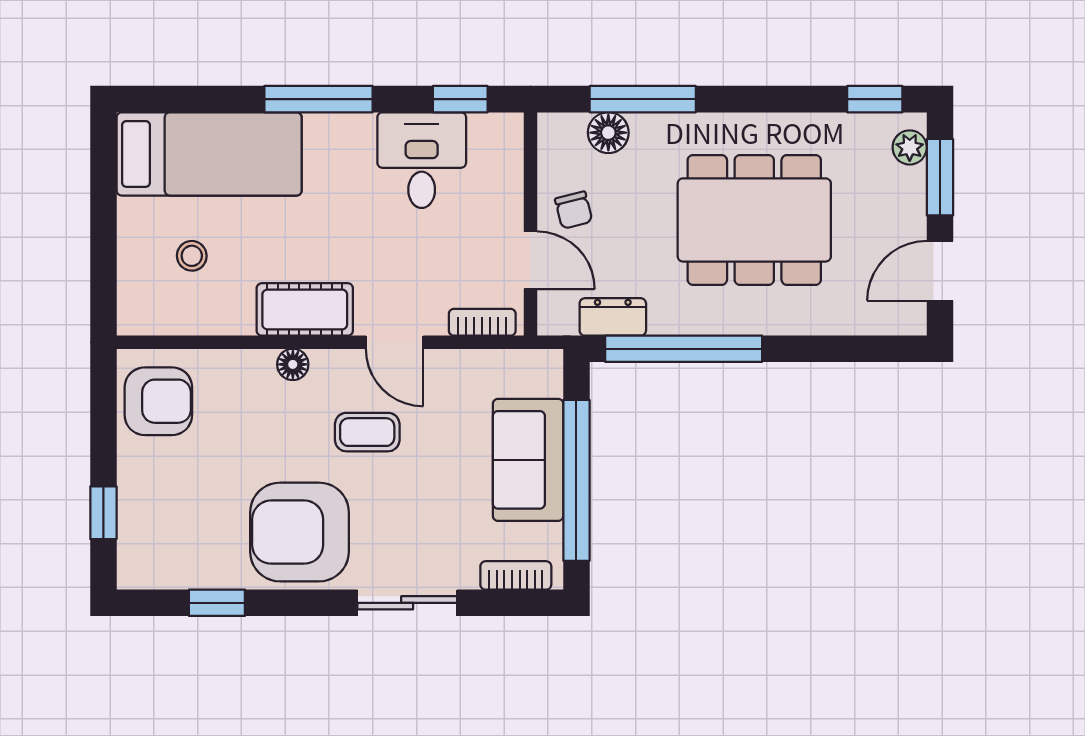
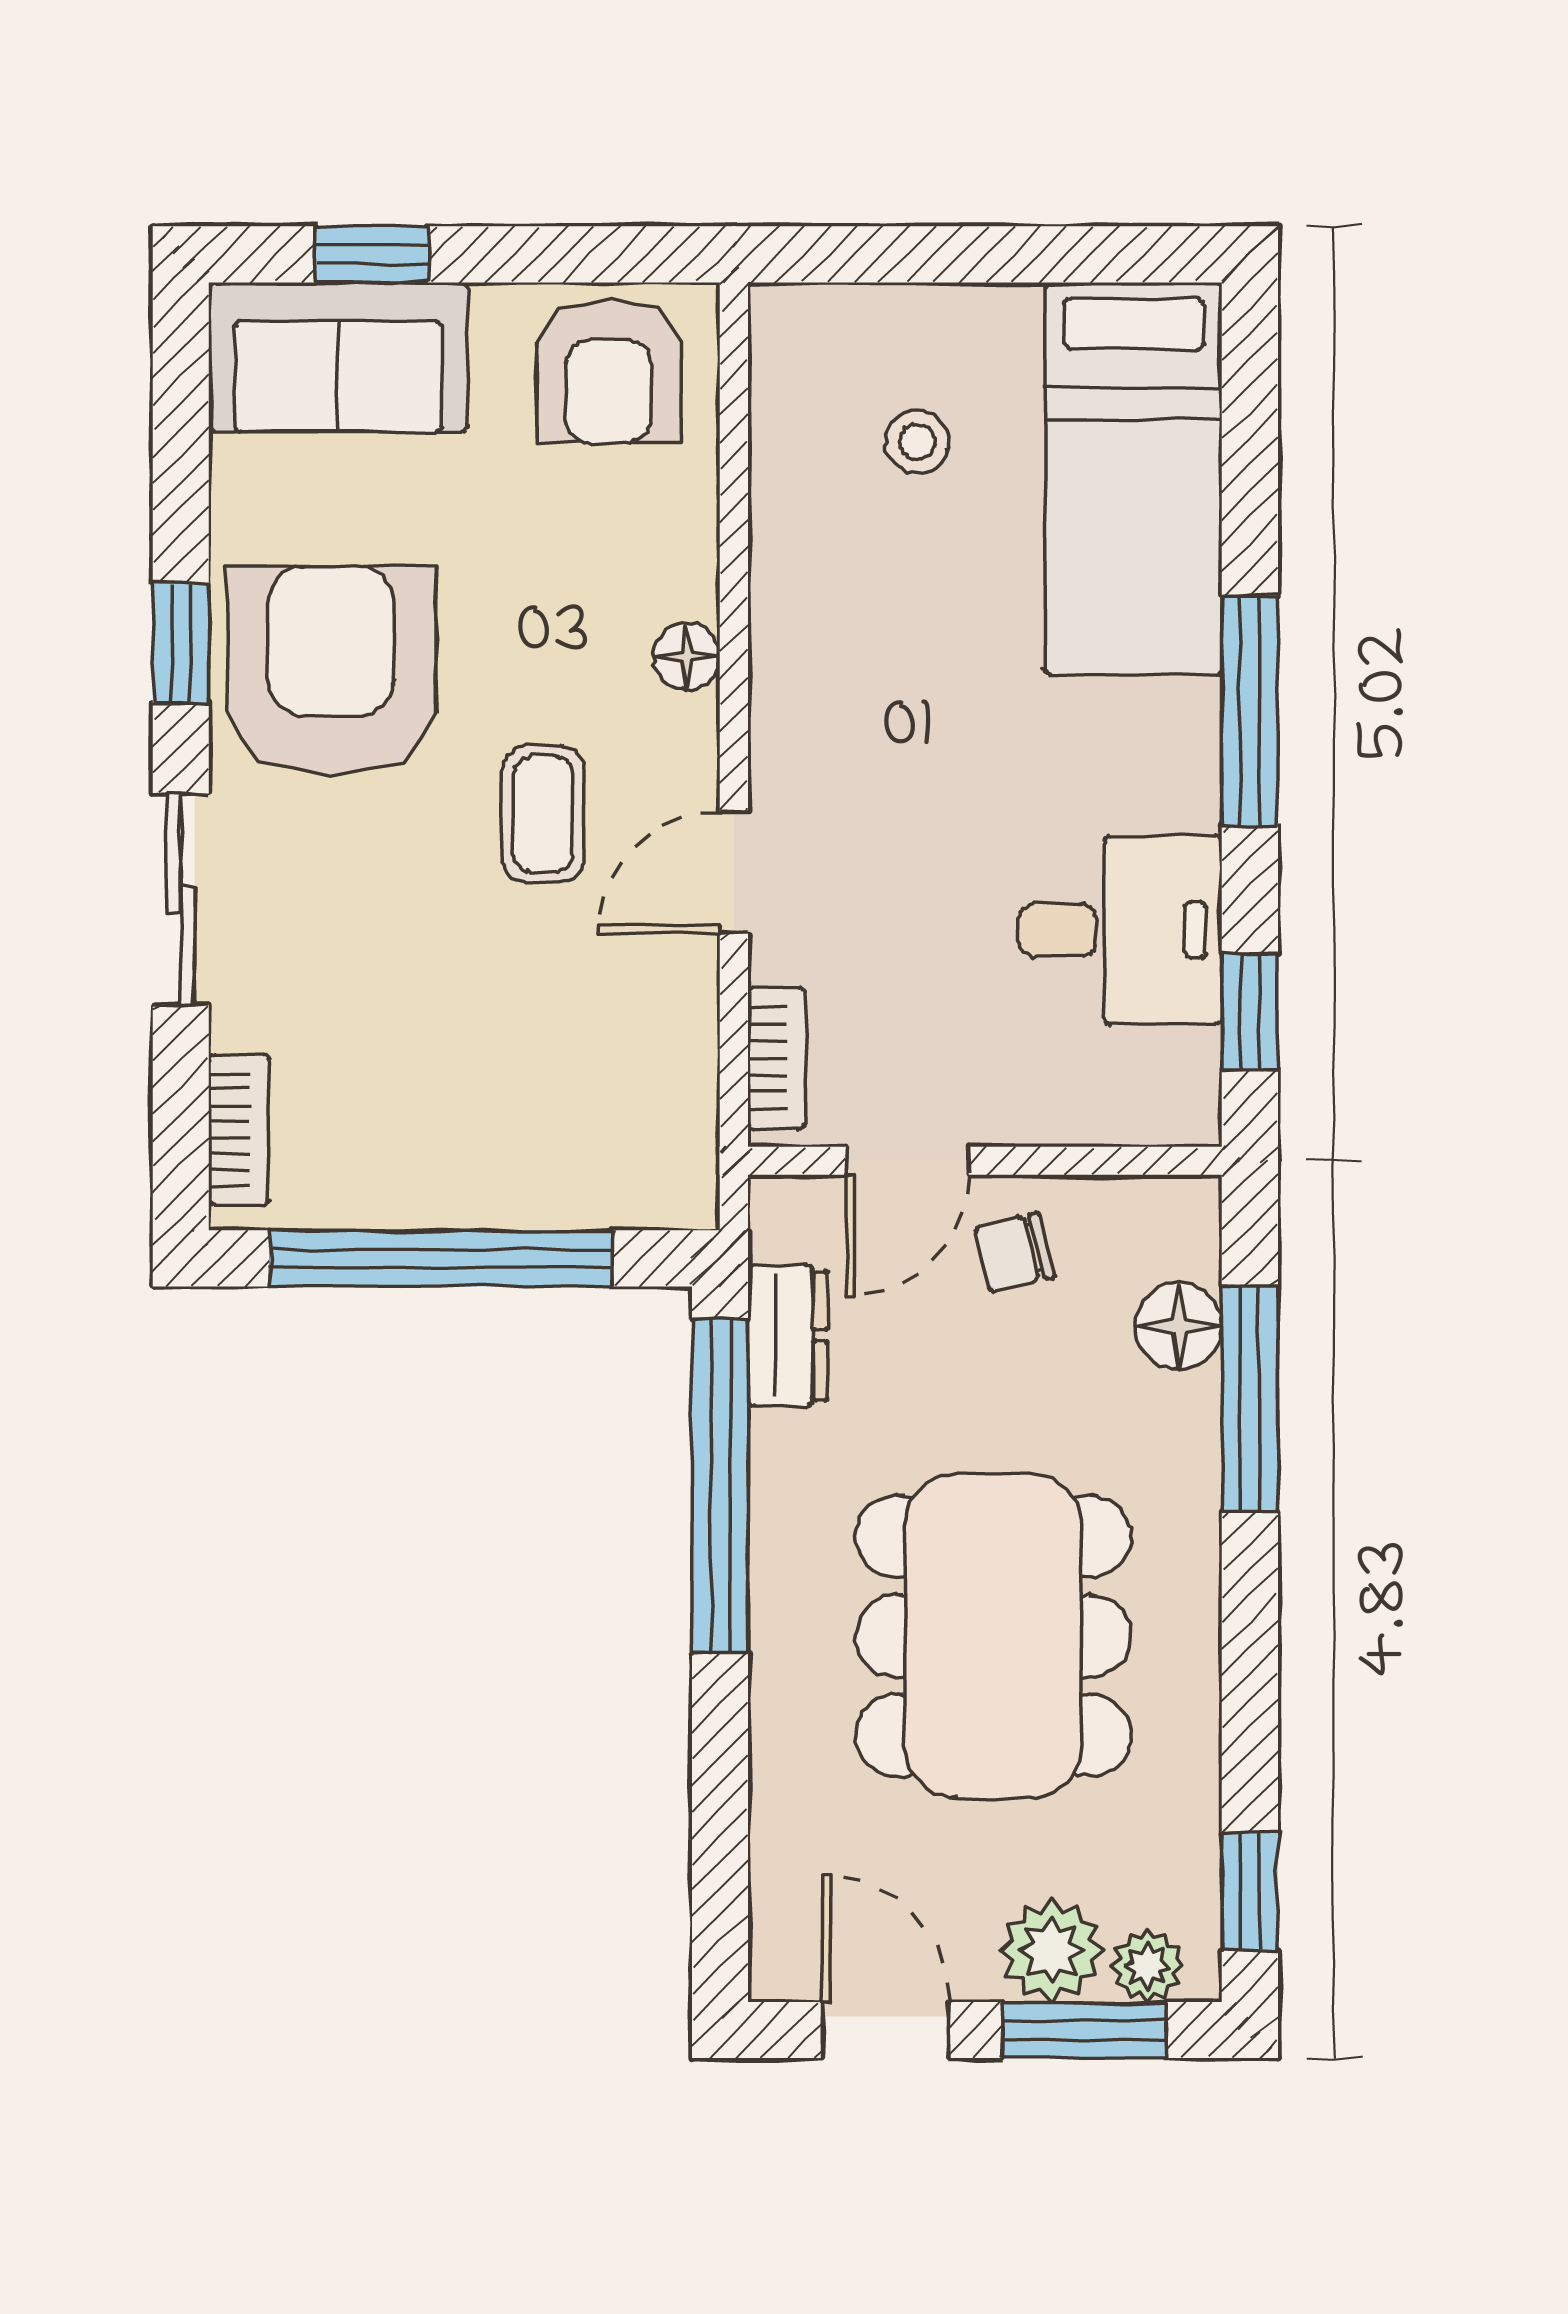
plant: (902, 192) -> (1052, 1950), added
cot: (305, 309) -> (803, 682), removed
sofa: (528, 460) -> (338, 357), moved, turned 180
window: (217, 603) -> (181, 643), moved

